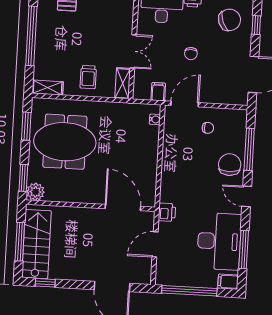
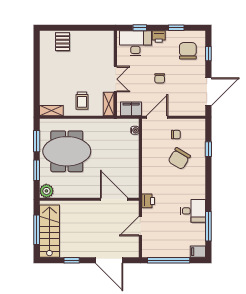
chair: (230, 20) -> (188, 51), turned -69
window: (31, 36) -> (37, 72), removed
filing cabinet: (158, 92) -> (131, 109), width x2.00
window: (249, 149) -> (208, 149), width x0.46
chair: (230, 165) -> (179, 158), moved, turned -149
window: (23, 178) -> (37, 170), moved
door: (247, 196) -> (208, 185), removed
desk: (219, 241) -> (193, 211), width x0.53, depth x0.77
window: (45, 283) -> (72, 260), moved

